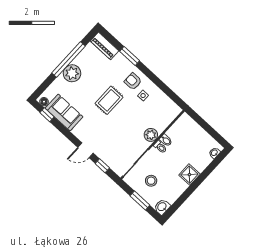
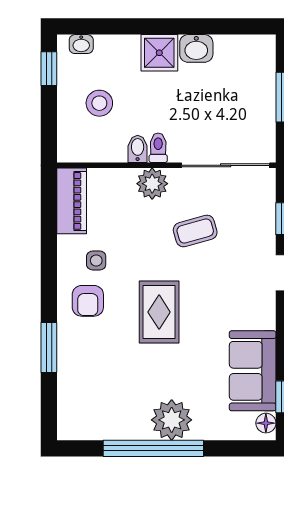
piano: (105, 46) -> (72, 201), moved
rug: (109, 100) -> (159, 312), turned 90
coffee table: (124, 135) -> (195, 231), added
window: (216, 136) -> (49, 69), added
stool: (151, 181) -> (99, 103), moved
washbasin: (162, 207) -> (196, 48), moved

